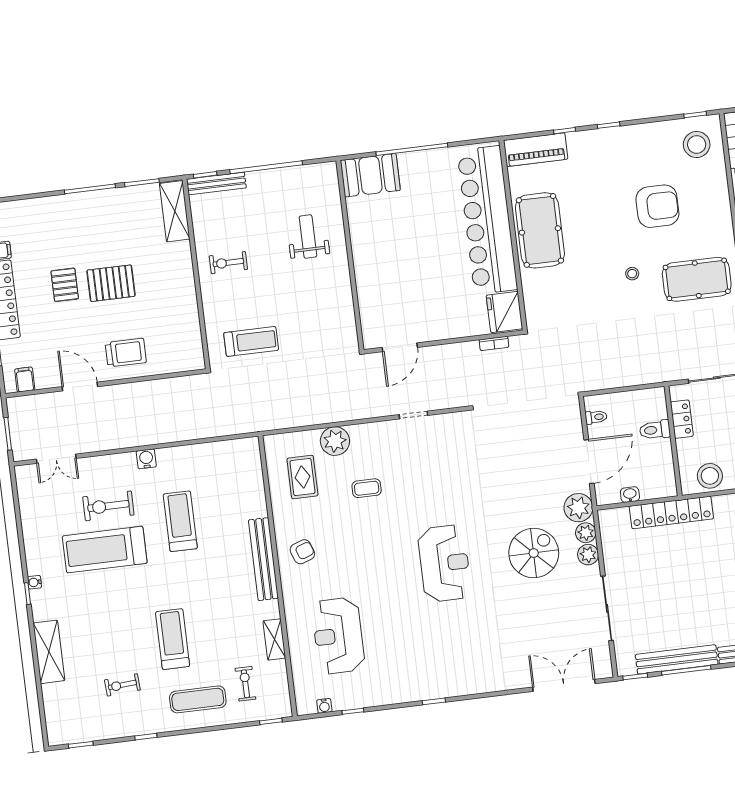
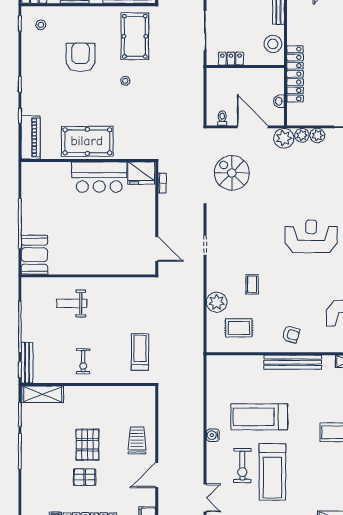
stool: (697, 144) -> (41, 25), width x0.53, depth x0.53
bar counter: (487, 220) -> (99, 177), width x0.54
toilet: (655, 430) -> (236, 78), removed
treadmill: (180, 521) -> (259, 417), width x1.37, depth x1.38
armchair: (302, 552) -> (291, 334), turned 126
spiral stairs: (534, 553) -> (232, 173), moved

